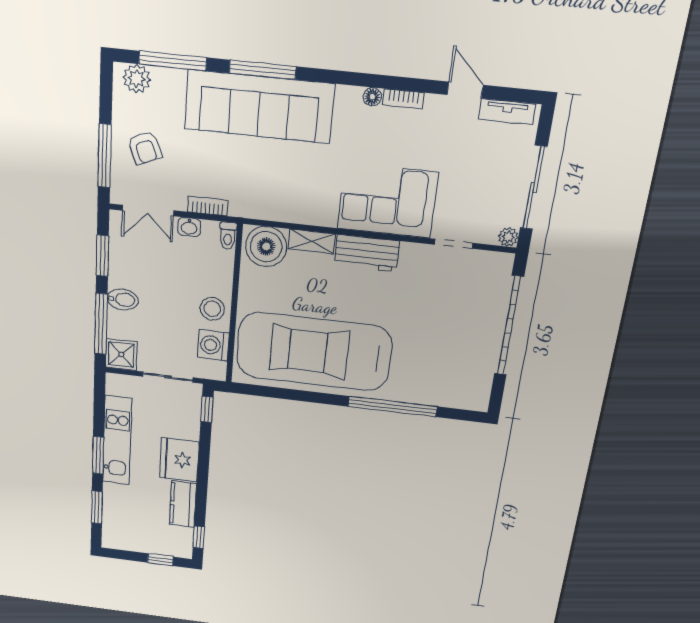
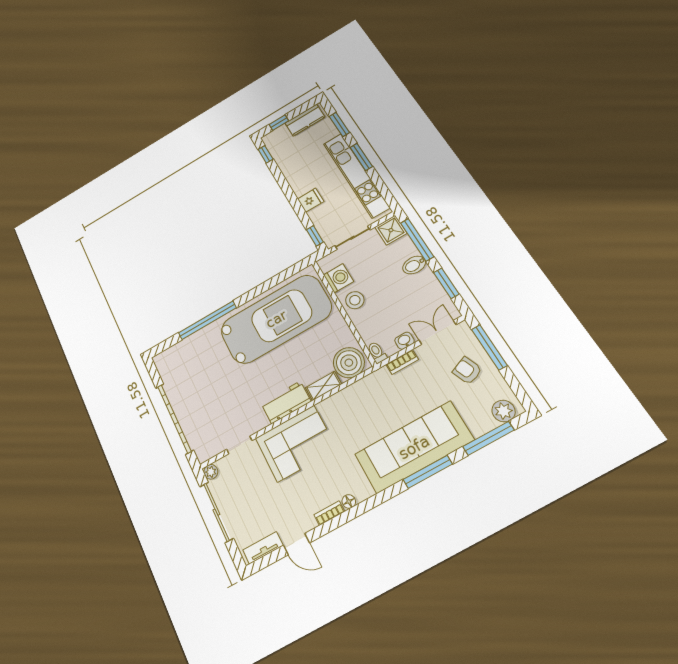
kitchen unit: (117, 440) -> (356, 175), width x1.36
fridge: (179, 460) -> (311, 200), width x0.53, depth x0.75
kitchen counter: (183, 504) -> (305, 120), moved, turned 90

